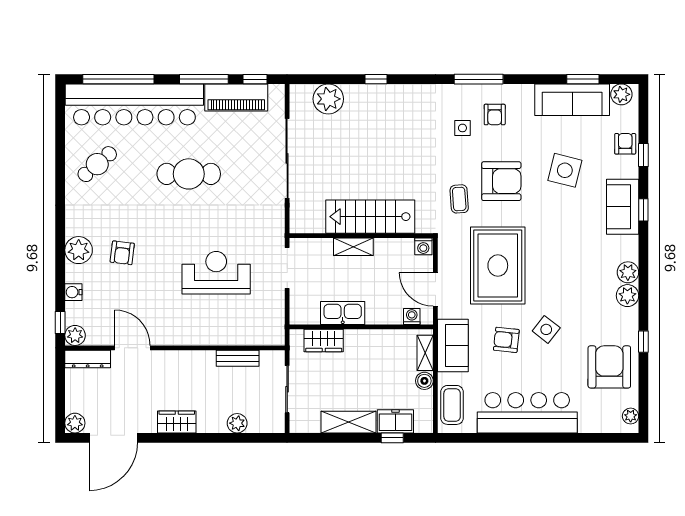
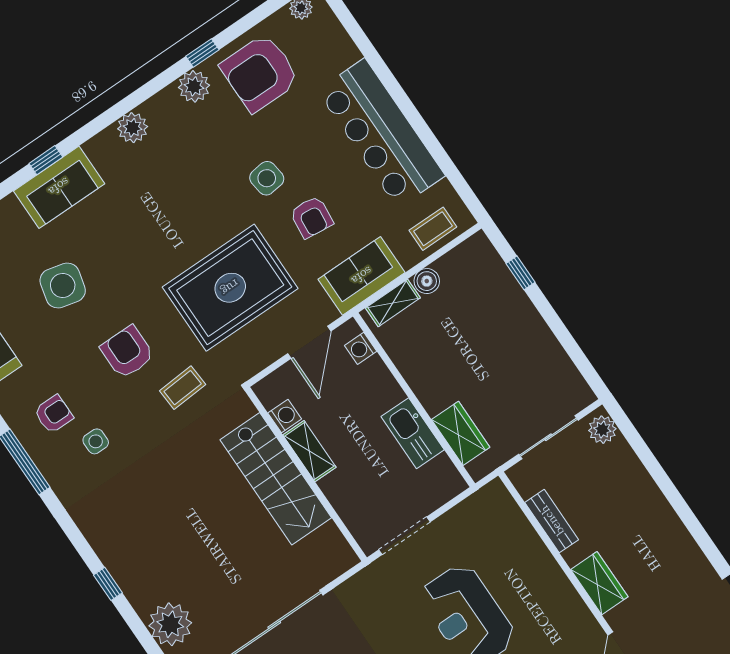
armchair: (501, 181) -> (127, 352), width x0.73, depth x0.73
washing machine: (423, 246) -> (285, 416), moved
shelving: (353, 247) -> (309, 451), moved
plant: (627, 296) -> (194, 86), moved
side table: (546, 329) -> (267, 178), turned 45
coffee table: (452, 405) -> (433, 229), width x0.73, depth x0.77
freezer: (395, 421) -> (498, 282), removed
wardrobe: (177, 422) -> (599, 583), moved, turned 180
shelving: (349, 422) -> (537, 338), removed
plant: (237, 423) -> (602, 430), moved

